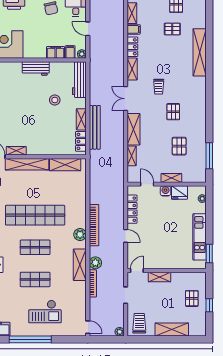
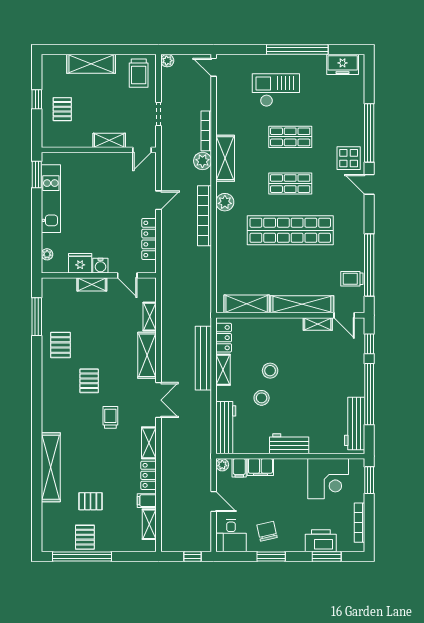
stool: (49, 119) -> (270, 371), added
pallet: (179, 146) -> (61, 345), moved
door: (126, 236) -> (158, 200), swing flipped

